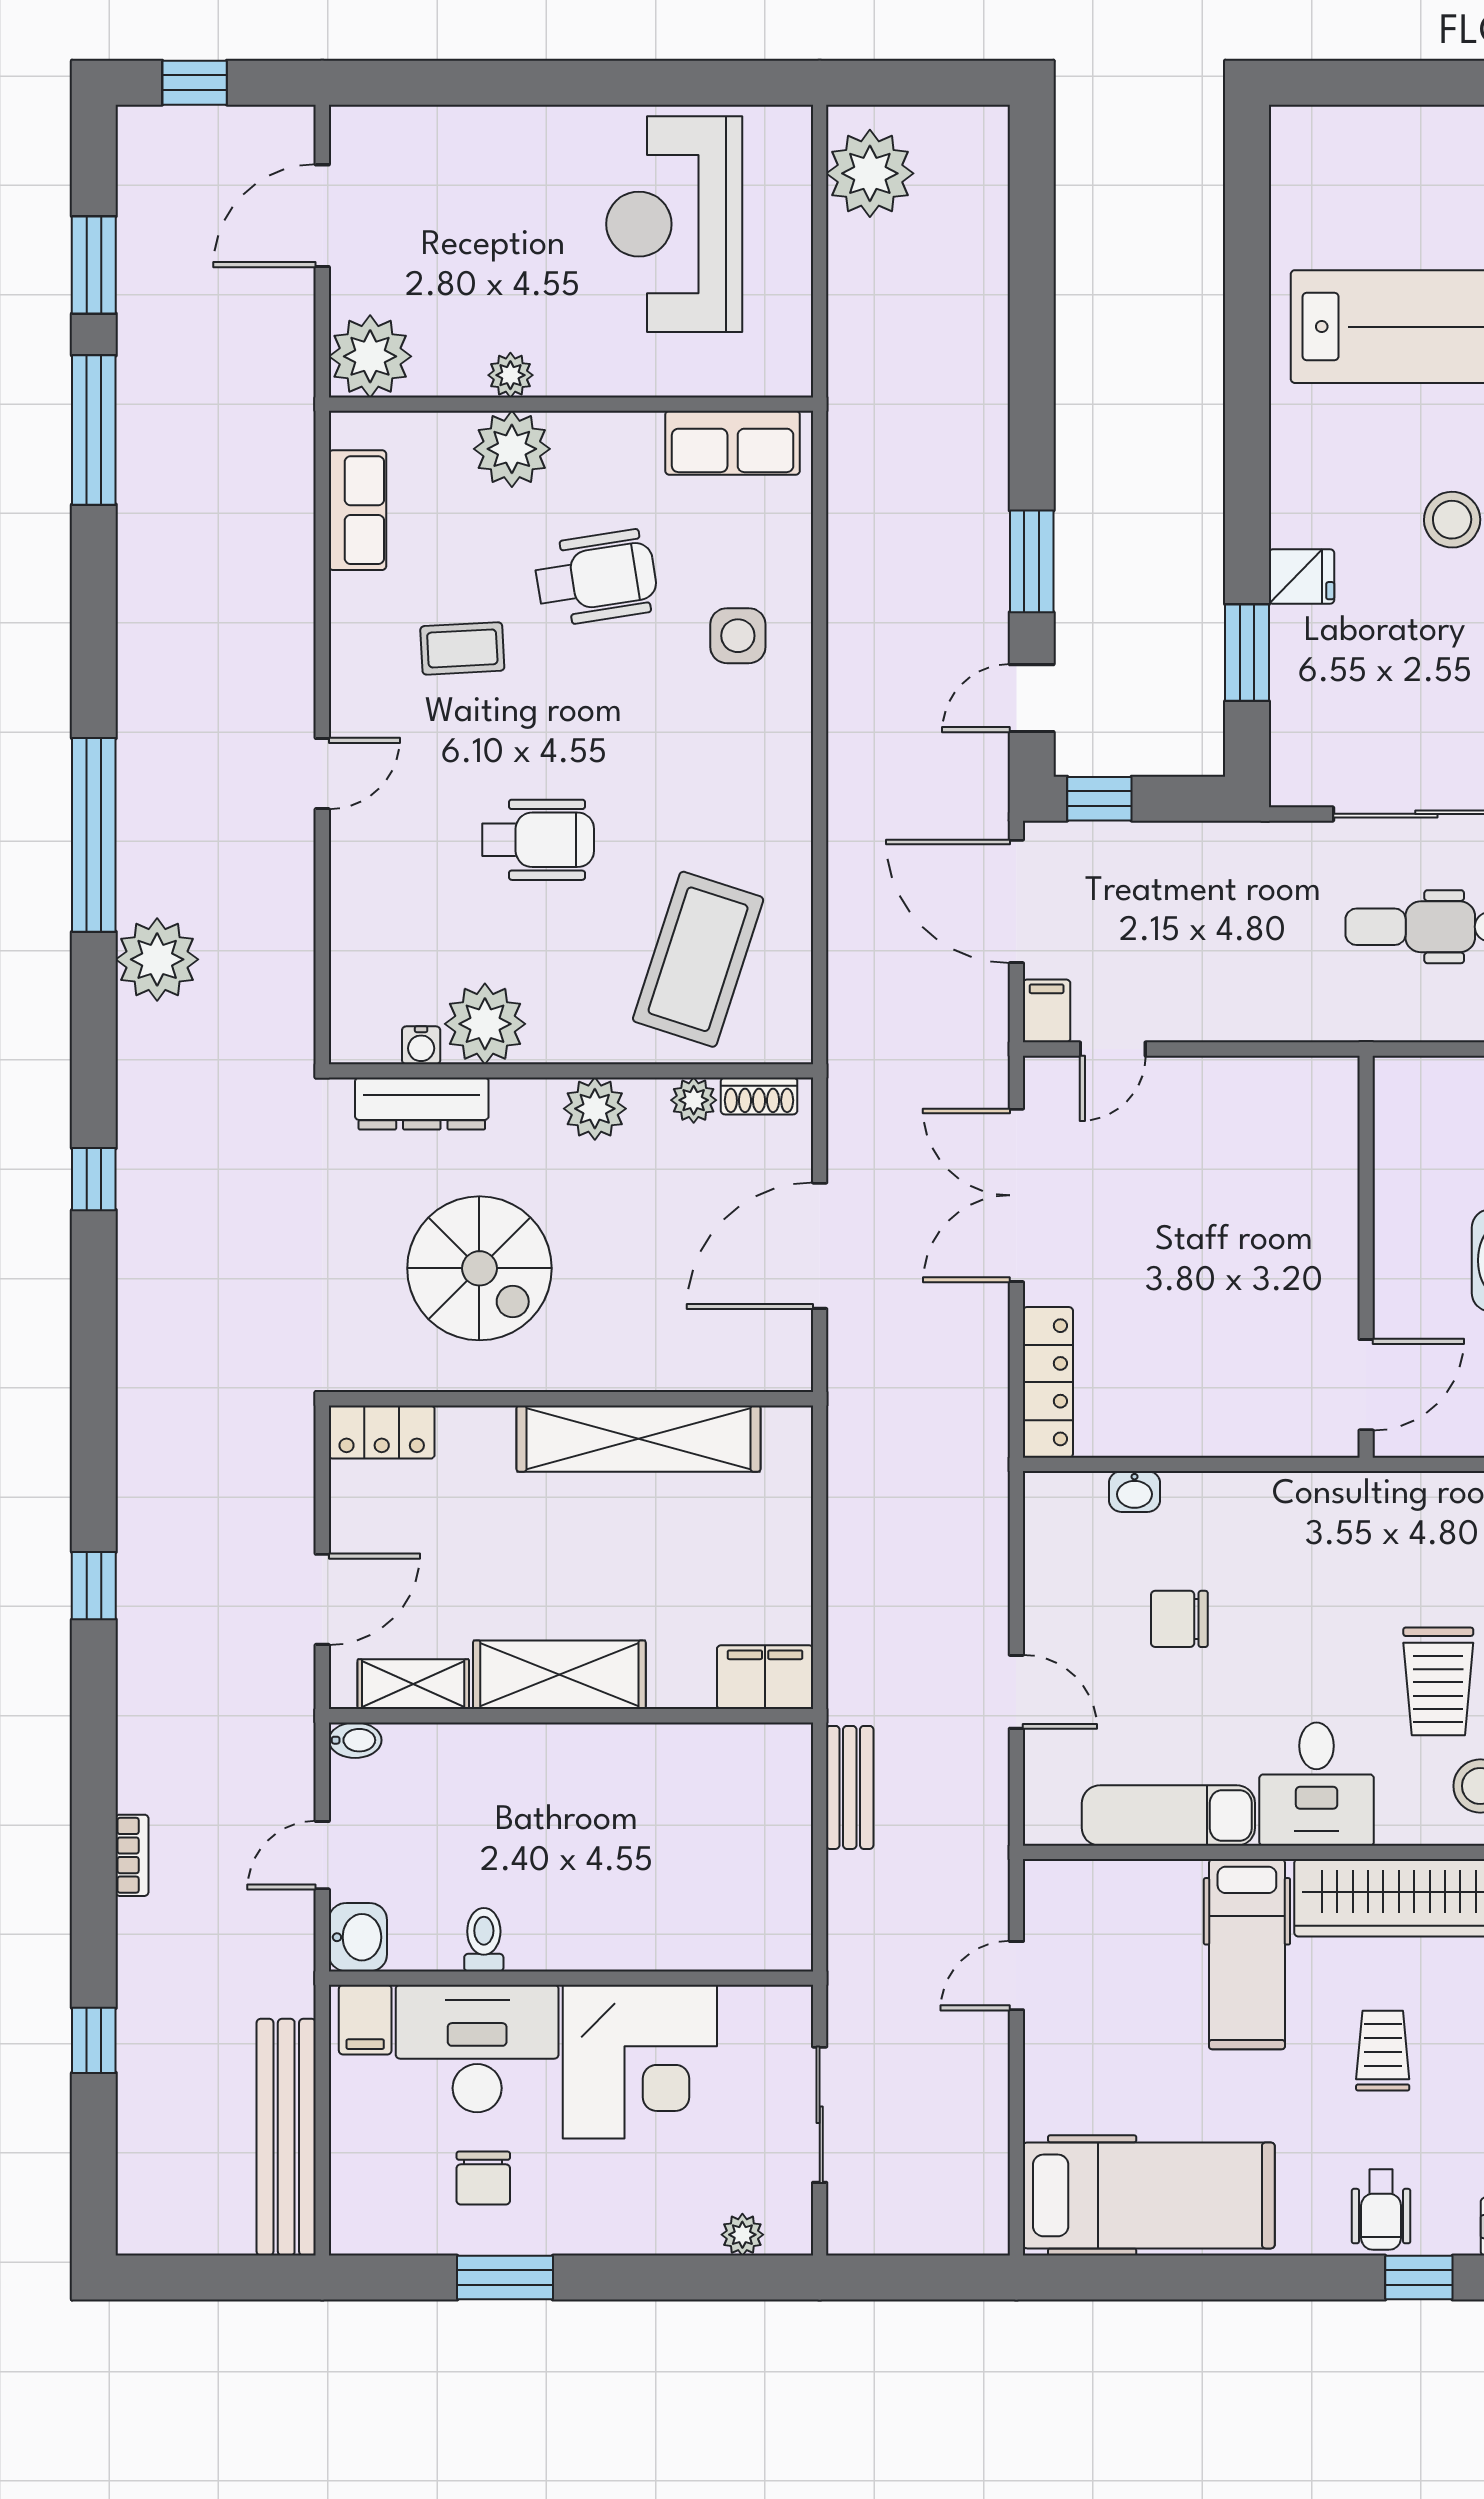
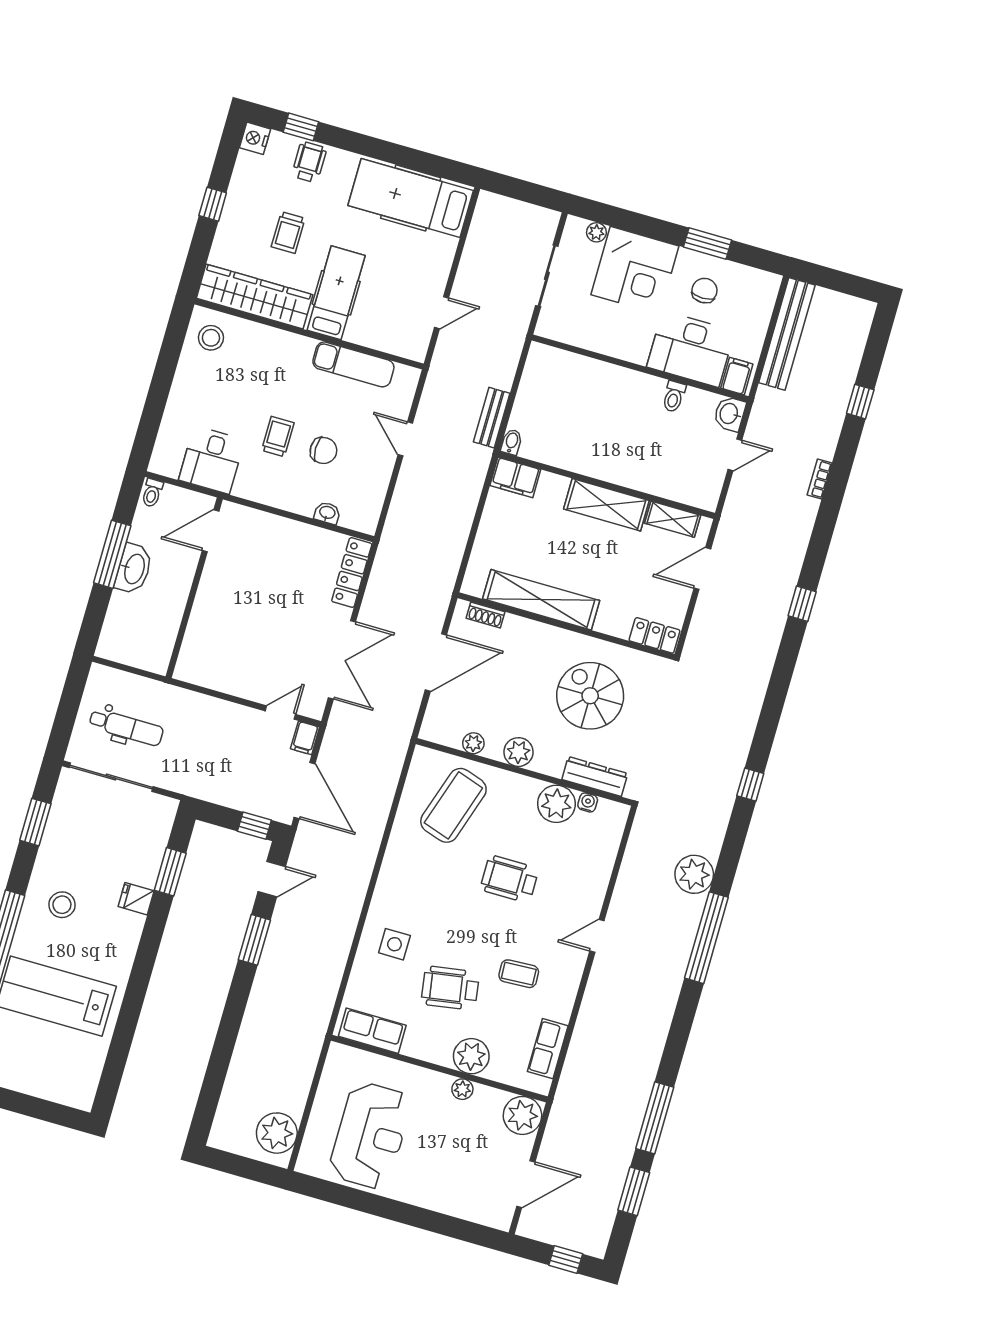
shoe rack: (759, 1096) -> (486, 615), moved, turned 180
trolley: (1438, 1681) -> (278, 436), moved, width x0.73, depth x0.72
bidet: (355, 1740) -> (512, 442), moved, turned 90
desk: (1317, 1784) -> (212, 460), moved, turned 180
corner desk: (640, 2062) -> (635, 270), moved, turned 180

